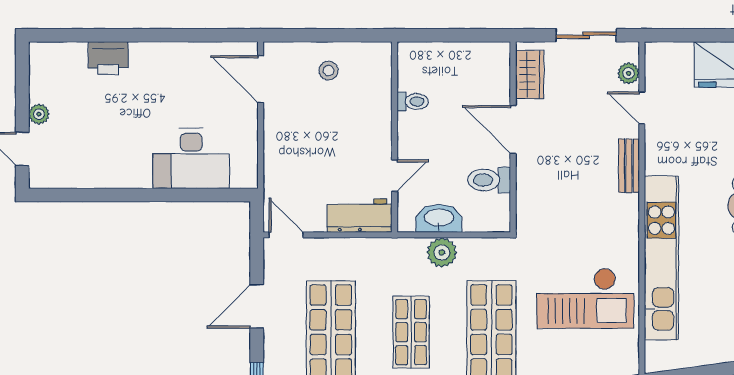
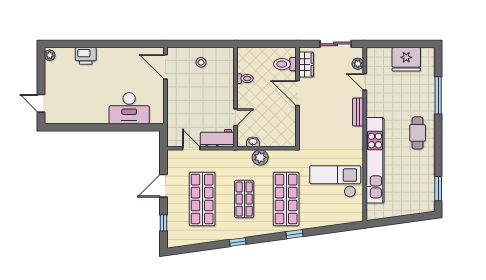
plant: (39, 114) -> (50, 55), moved
toilet: (489, 180) -> (285, 64), moved
washbasin: (439, 218) -> (253, 142), width x0.52, depth x0.69
door: (286, 235) -> (191, 148), moved
checkout: (585, 298) -> (335, 181), turned 180

